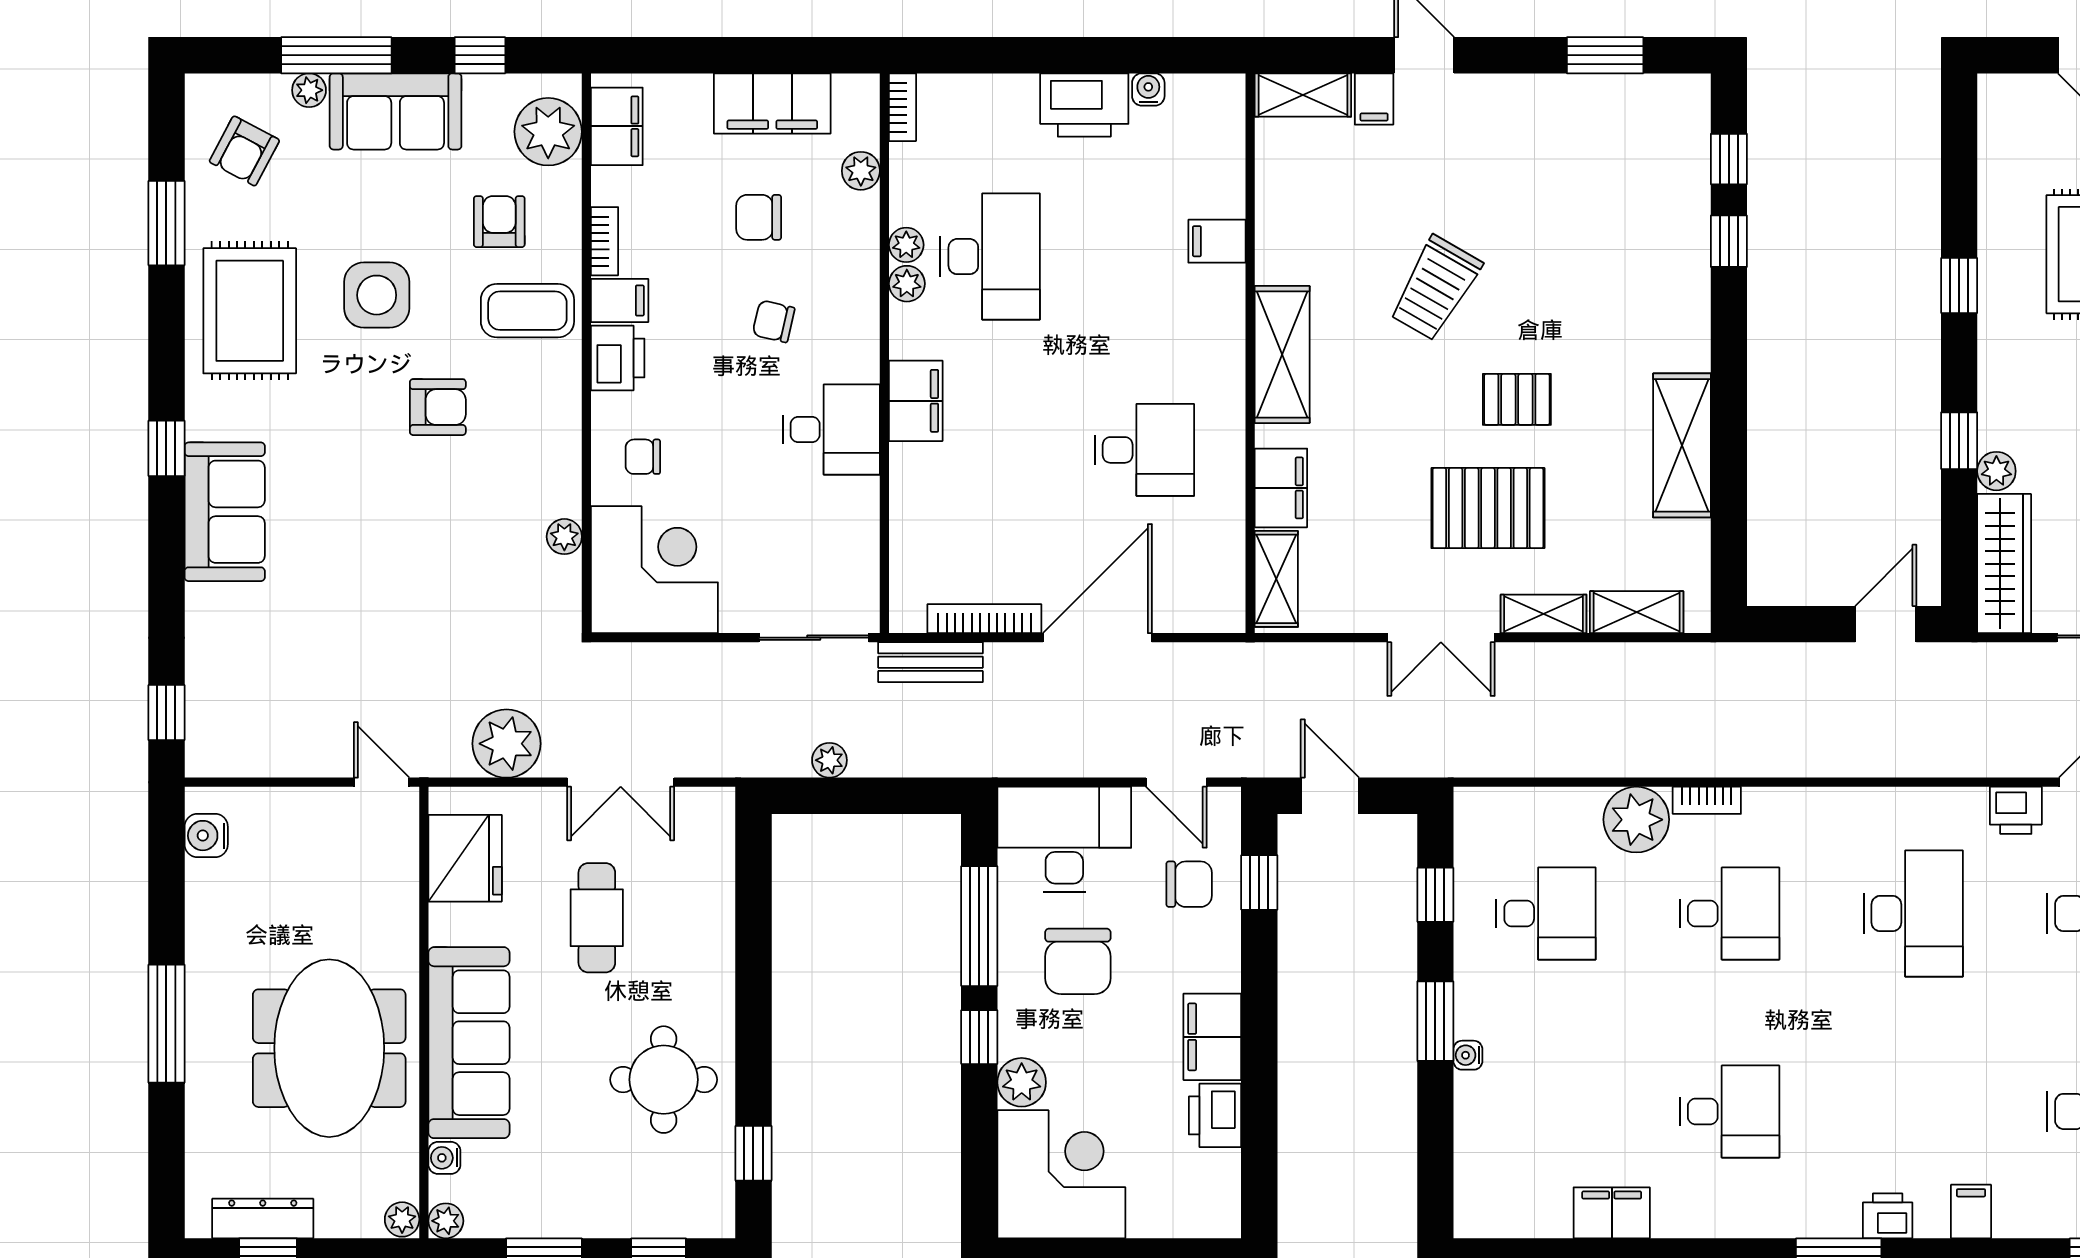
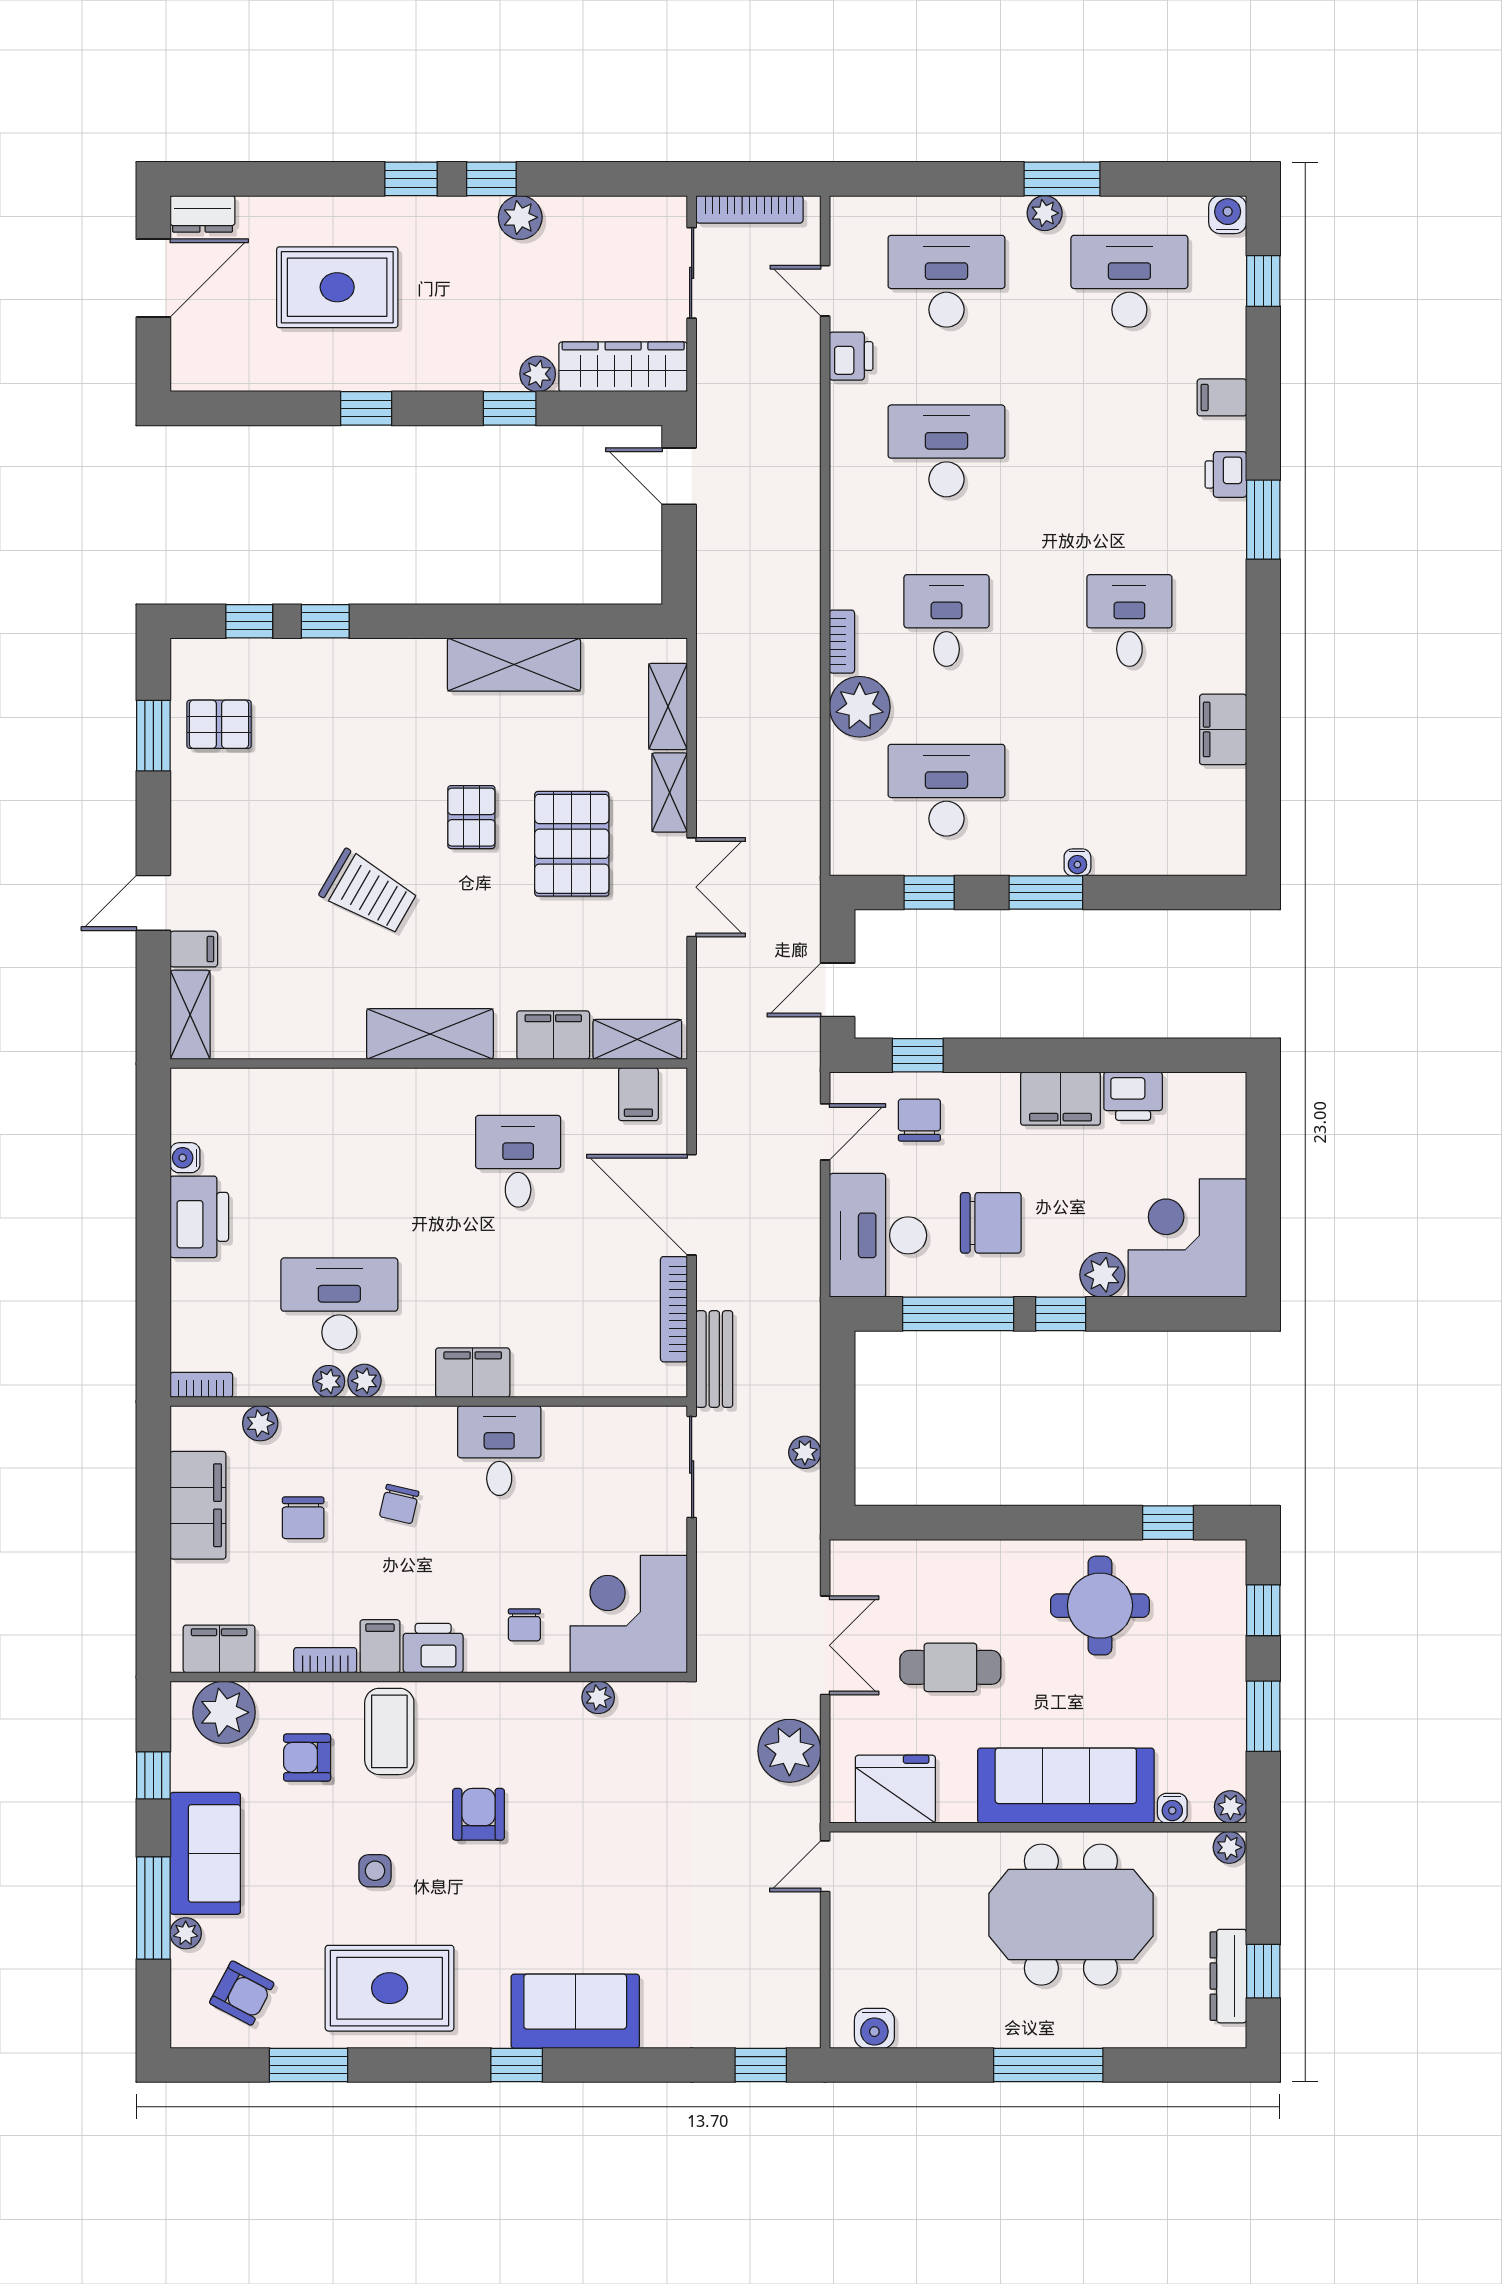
pallet: (1617, 126) -> (219, 724), added
filing cabinet: (1217, 241) -> (638, 1094), moved
side table: (377, 295) -> (375, 1871), width x0.54, depth x0.54
desk: (1546, 914) -> (946, 790), width x1.37

